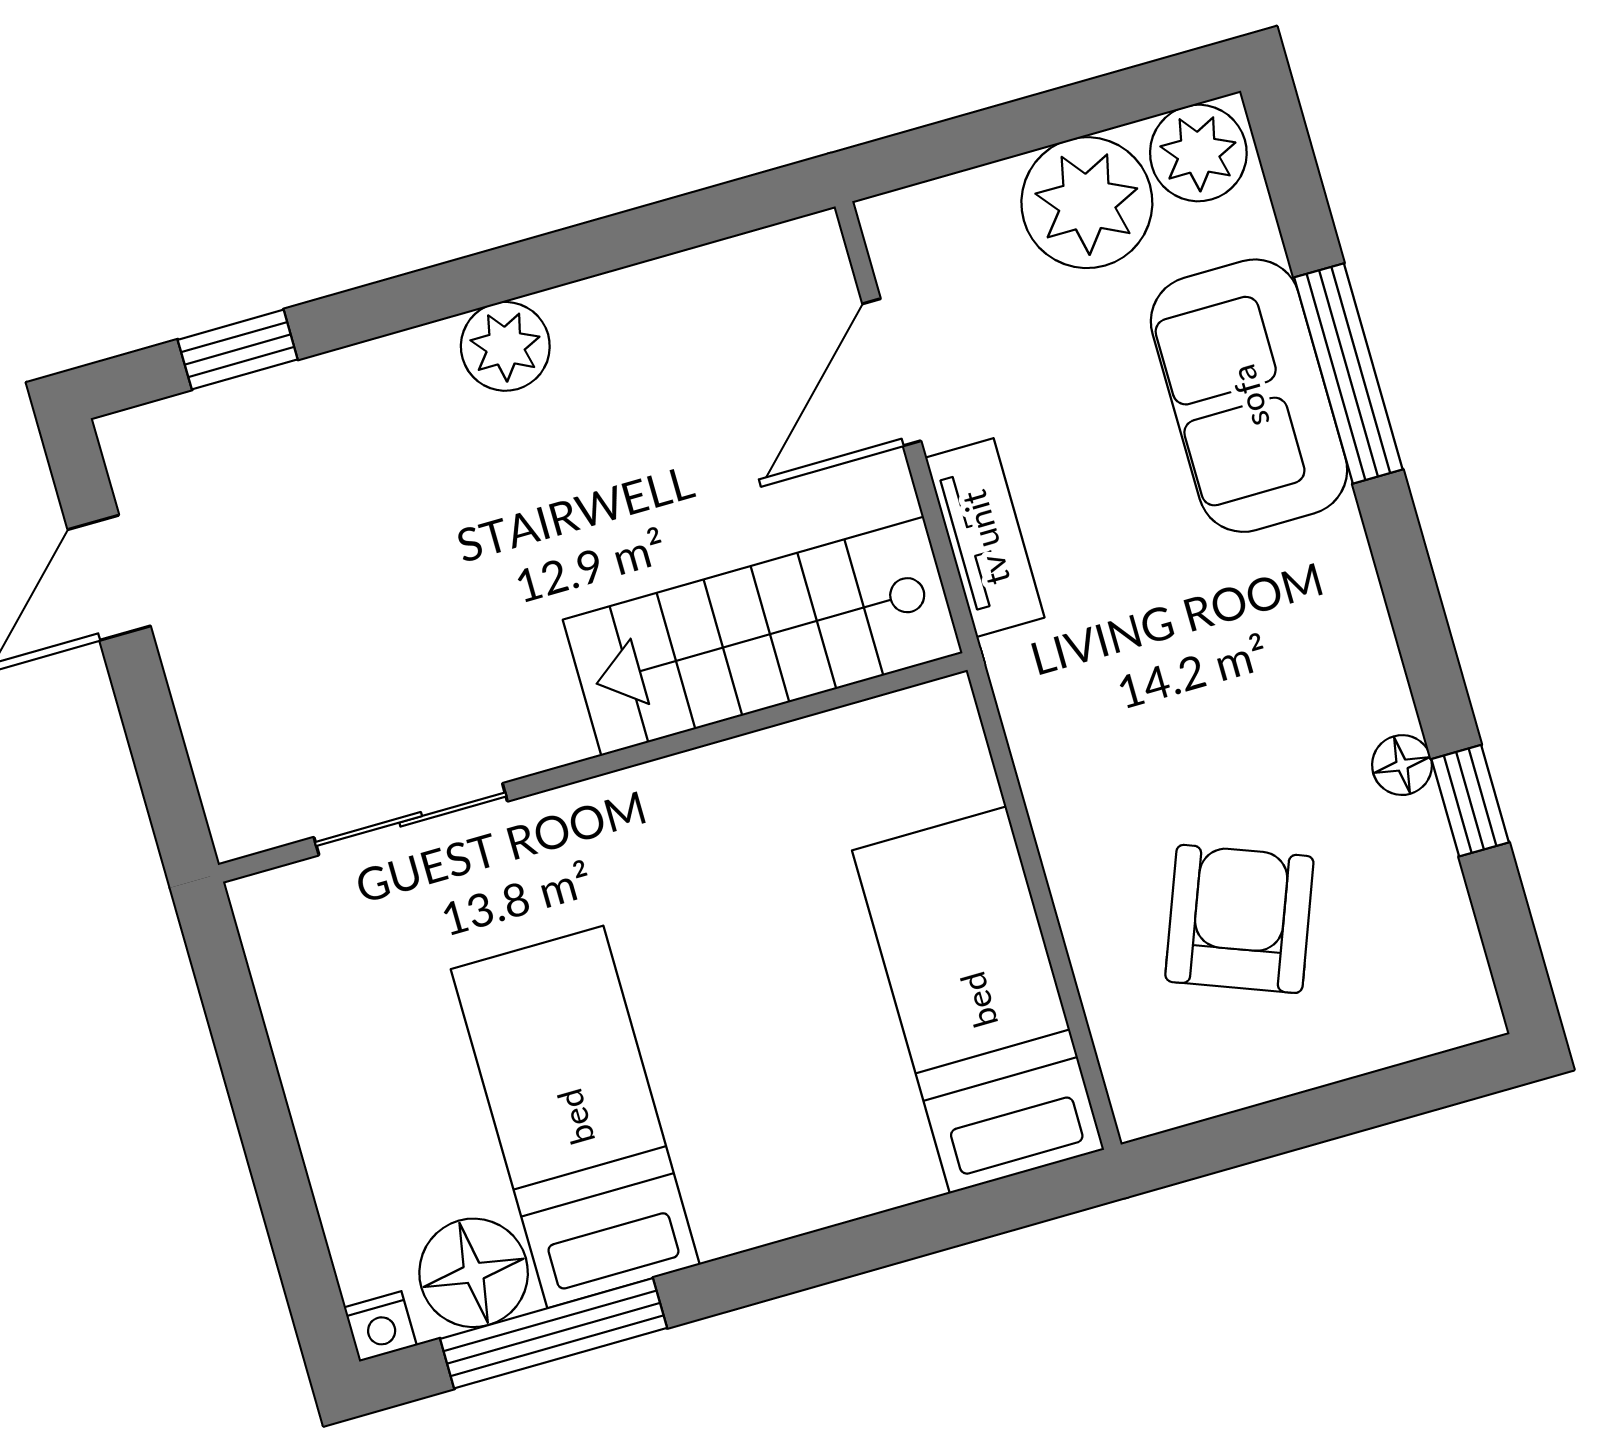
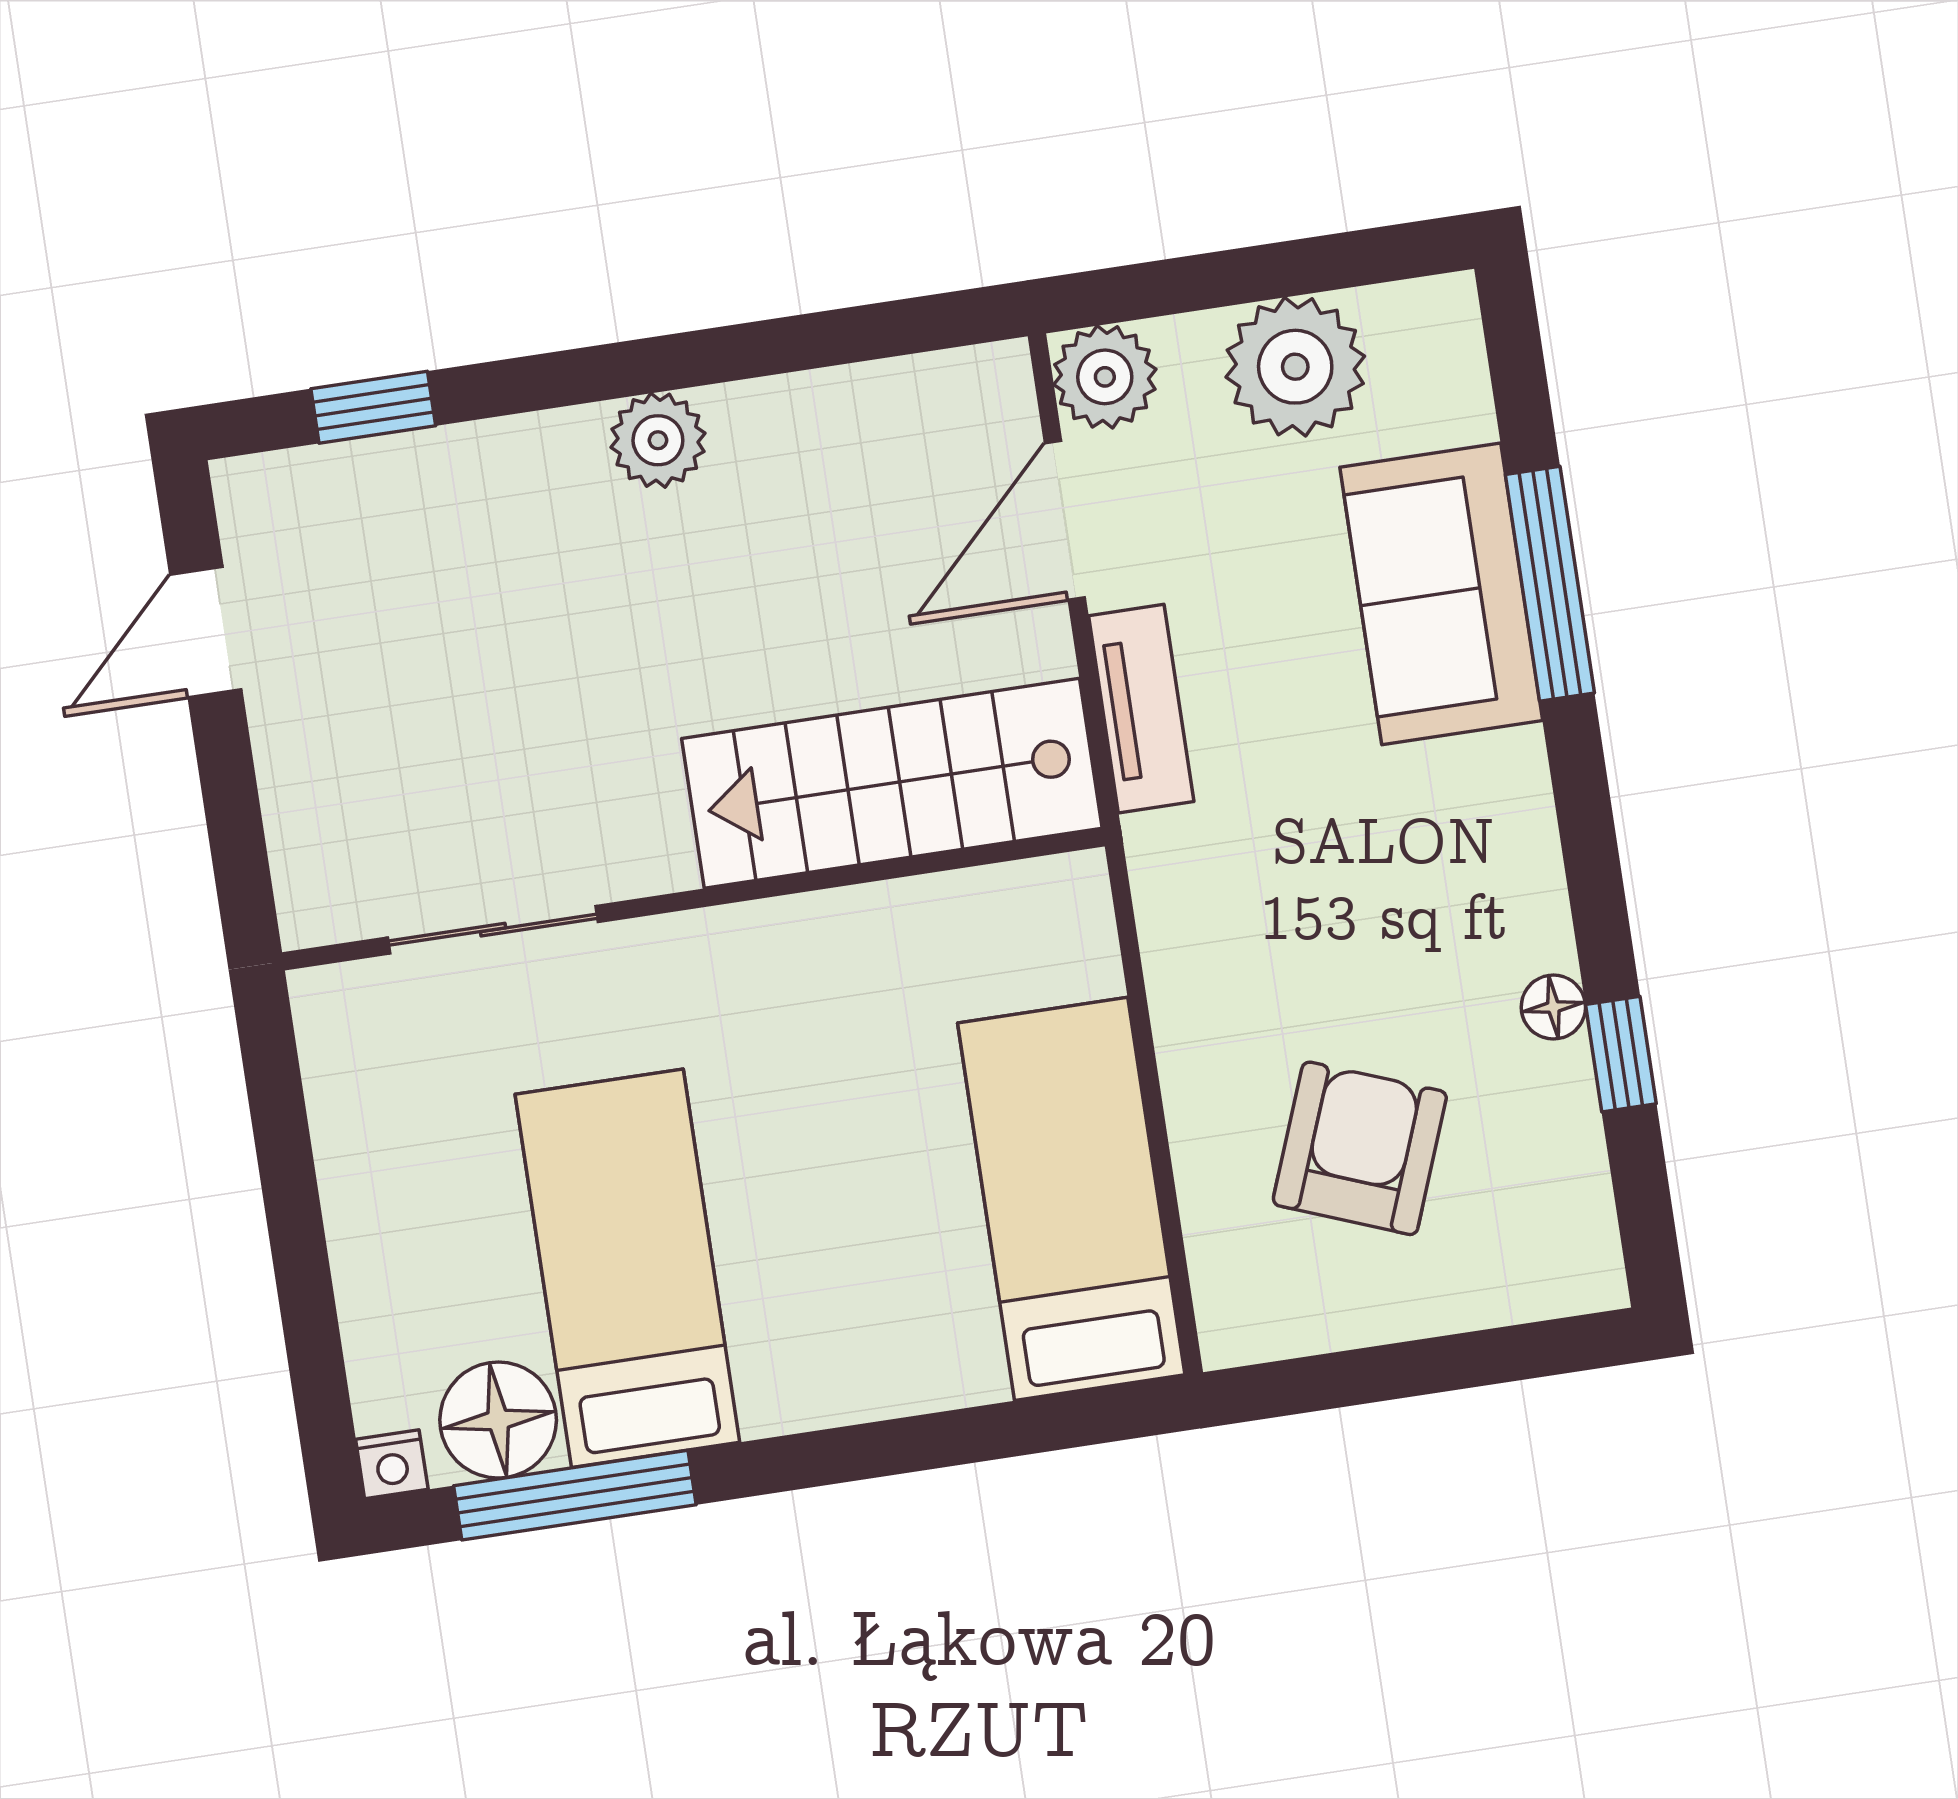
plant: (1198, 153) -> (1105, 377), moved

